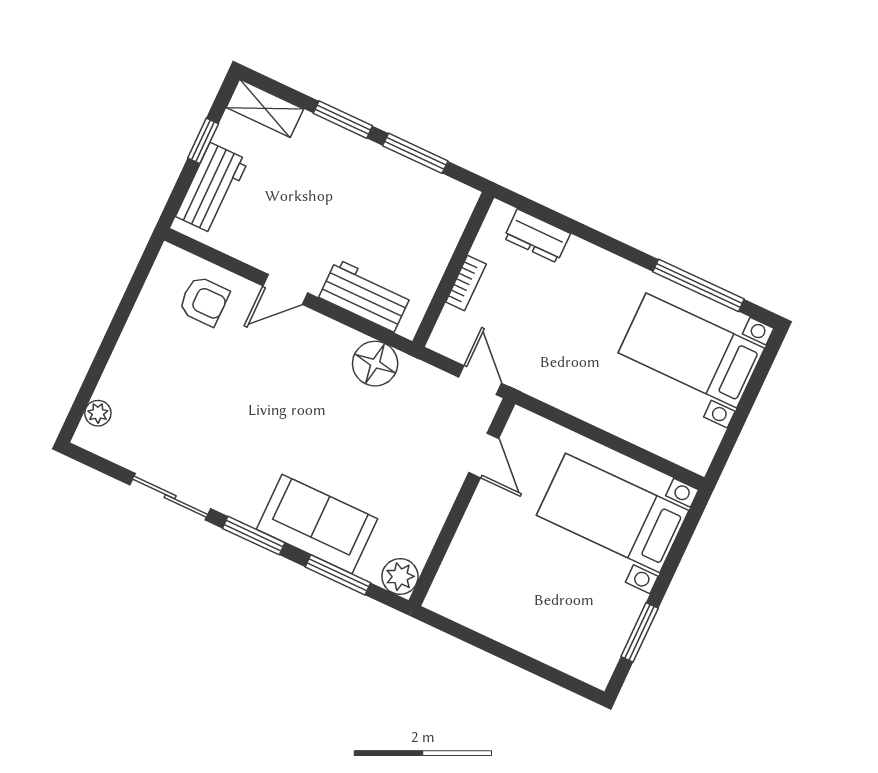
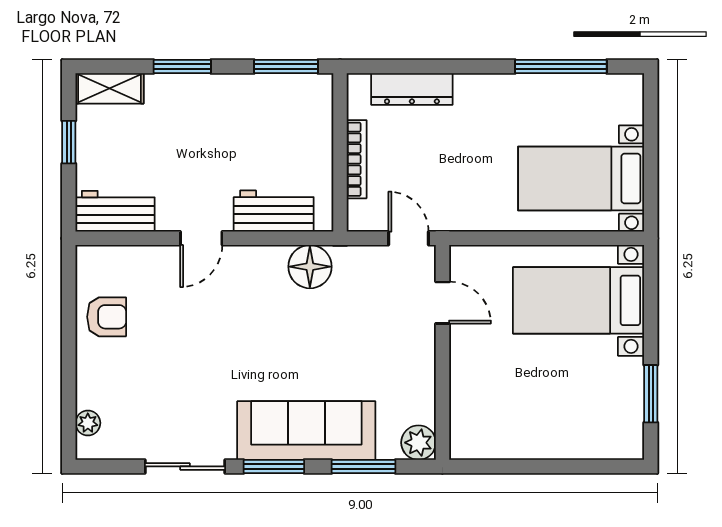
window: (415, 153) -> (286, 66), moved
workbench: (212, 188) -> (115, 211), moved, turned -90
dresser: (537, 236) -> (412, 89), width x1.44
bookcase: (466, 283) -> (357, 159), width x1.56
armchair: (204, 301) -> (107, 317), moved
bed with nightstands: (691, 351) -> (581, 179), moved
sofa: (317, 524) -> (306, 431), width x1.36

